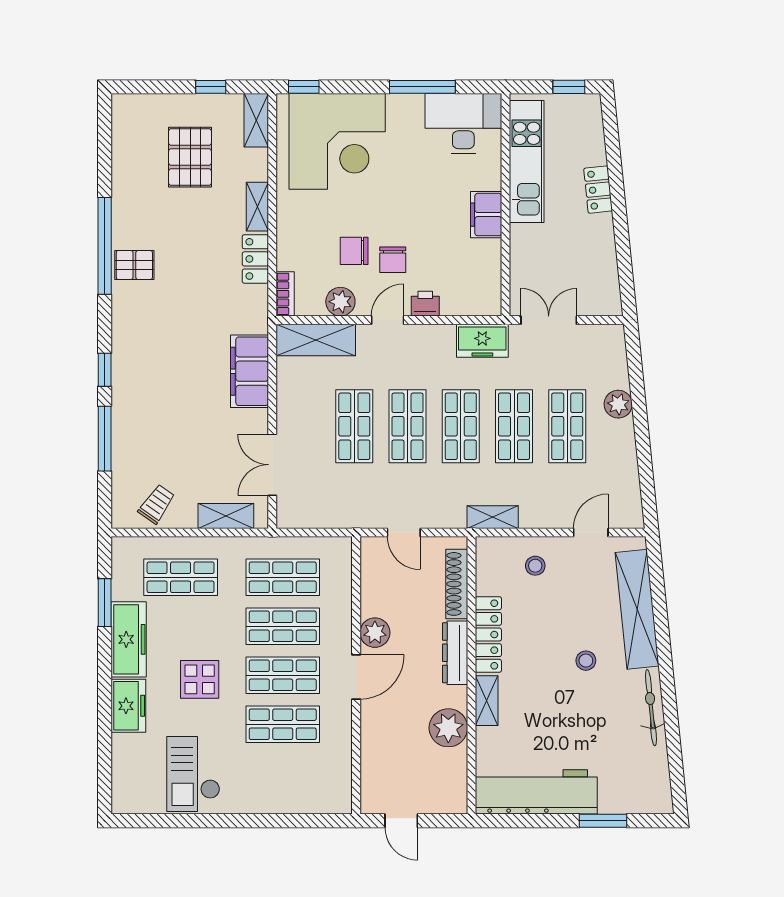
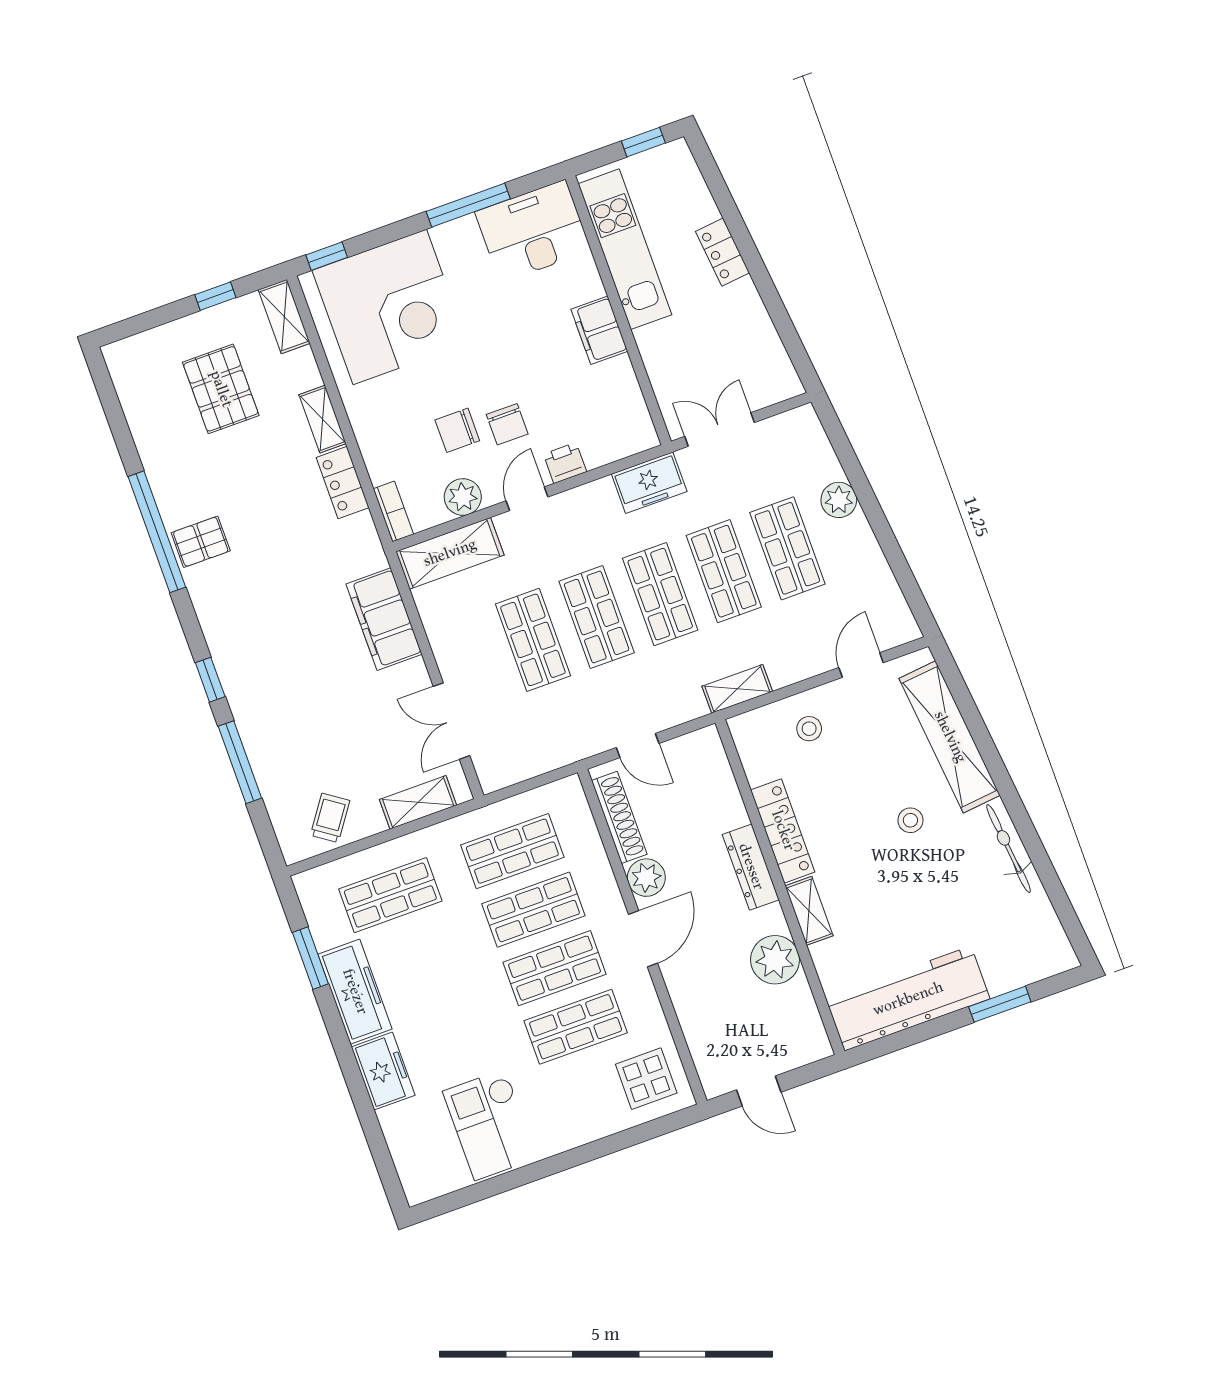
shoe rack: (457, 584) -> (619, 817), moved, turned 180
display table: (200, 679) -> (646, 1079), moved

